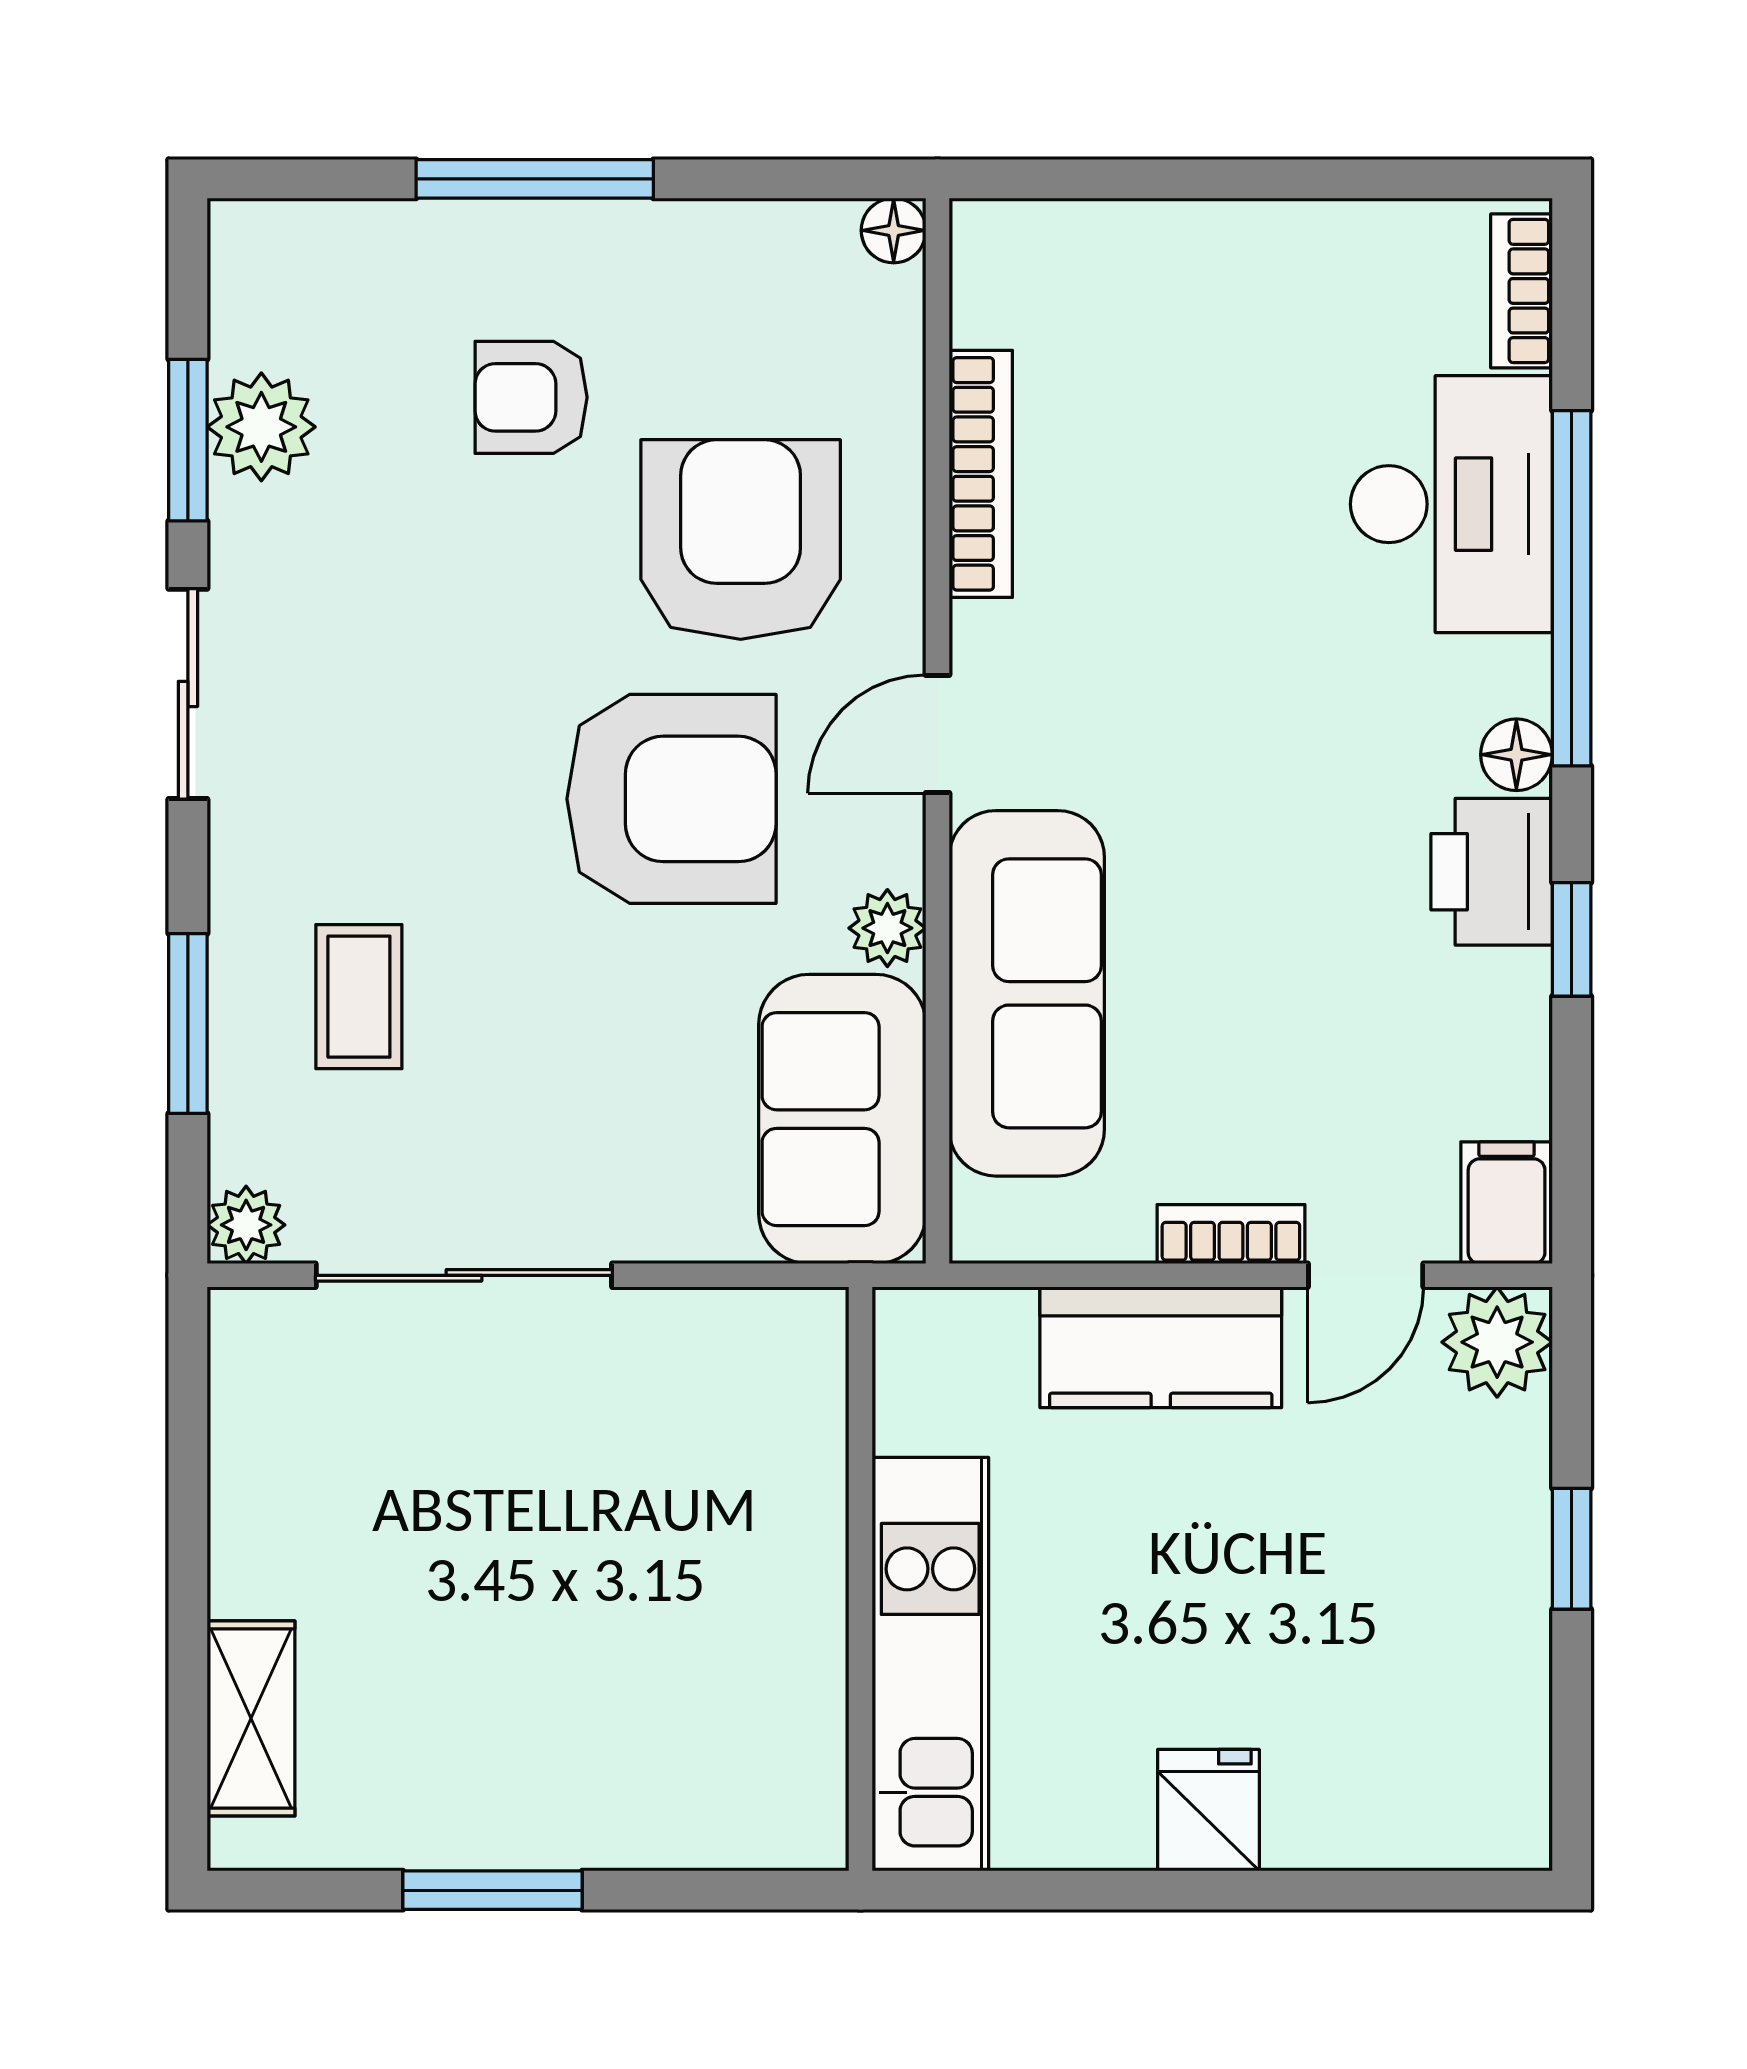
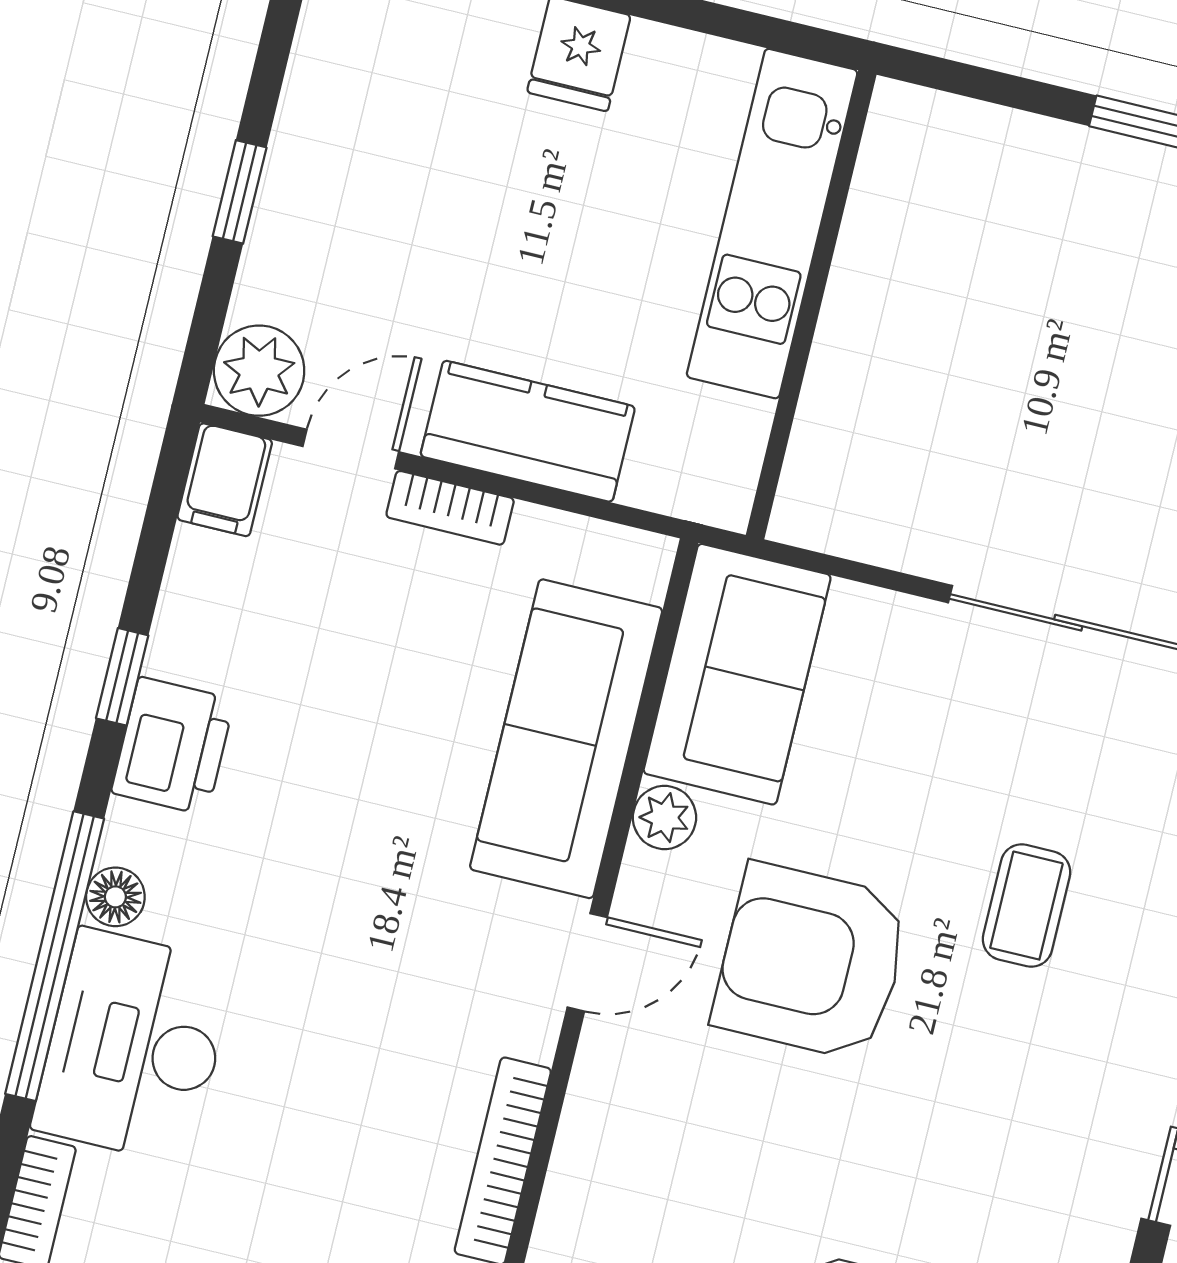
armchair: (741, 539) -> (707, 1155), removed
floor lamp: (1516, 755) -> (115, 897), moved
coffee table: (359, 997) -> (1026, 906), moved

